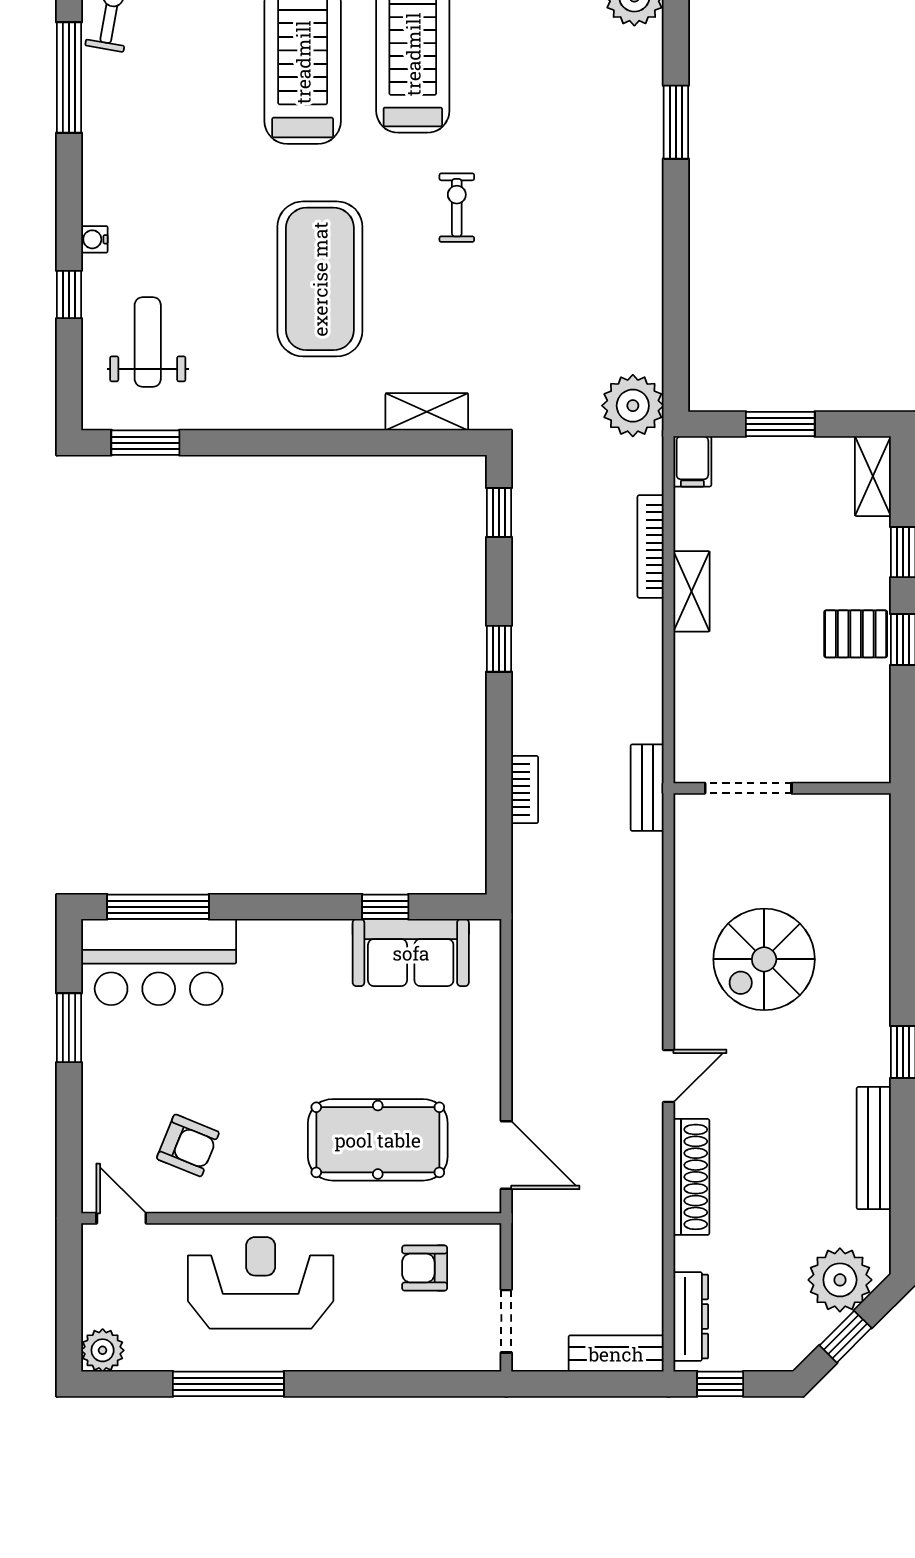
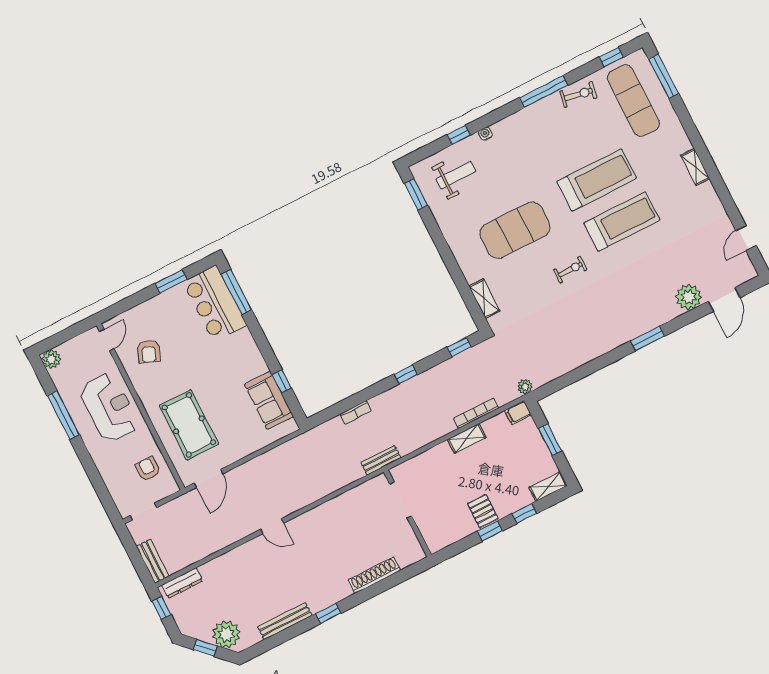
plant: (633, 406) -> (525, 387), width x0.53, depth x0.53
spiral stairs: (764, 959) -> (337, 540), removed
shoe rack: (691, 1177) -> (374, 575), moved, turned 180

